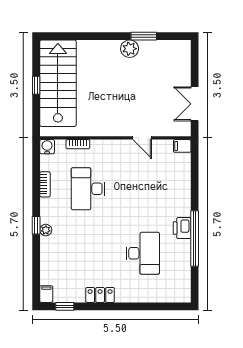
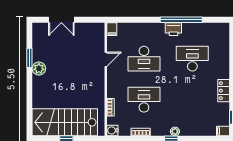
double door: (195, 104) -> (61, 20), moved
desk: (88, 189) -> (144, 100), turned 180
desk: (143, 189) -> (144, 59), added

